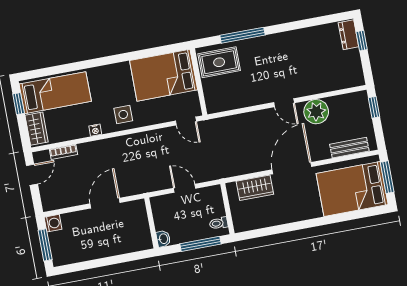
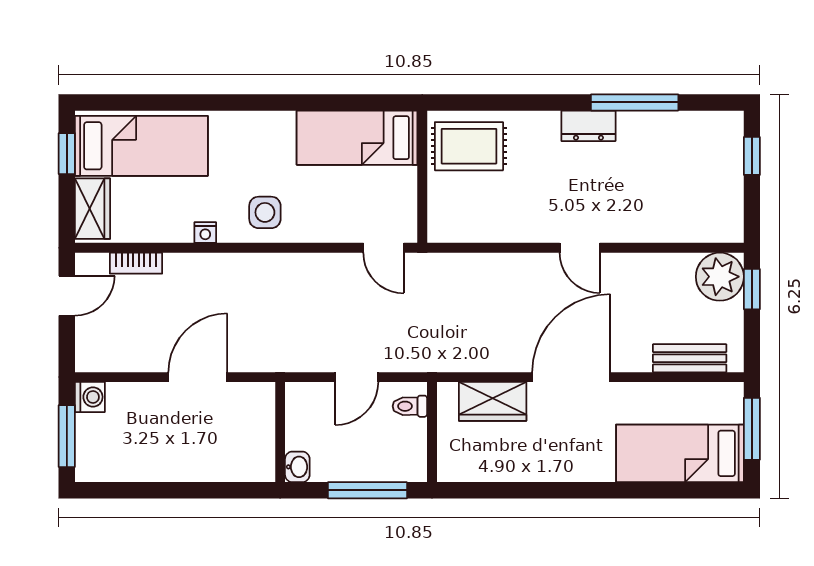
window: (242, 35) -> (635, 102), moved
dresser: (348, 35) -> (588, 126), moved, turned -90
bed: (164, 75) -> (357, 138), width x0.67
plant: (316, 112) -> (720, 277), moved
door: (185, 188) -> (357, 377), swing flipped
bed: (352, 189) -> (680, 453), width x0.67
toilet: (219, 223) -> (410, 406), moved

